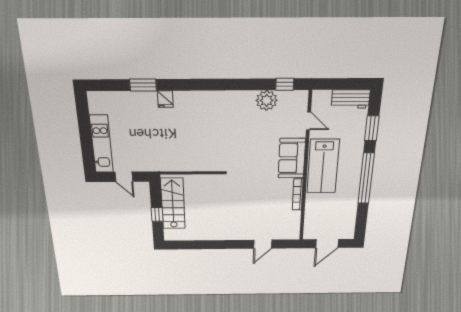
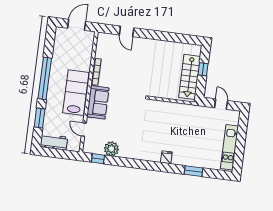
fridge: (165, 99) -> (166, 157), moved
kitchen unit: (101, 144) -> (229, 147), moved
door: (263, 244) -> (127, 31), swing flipped

